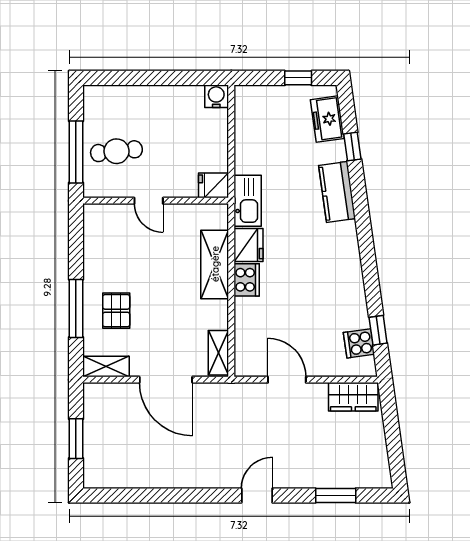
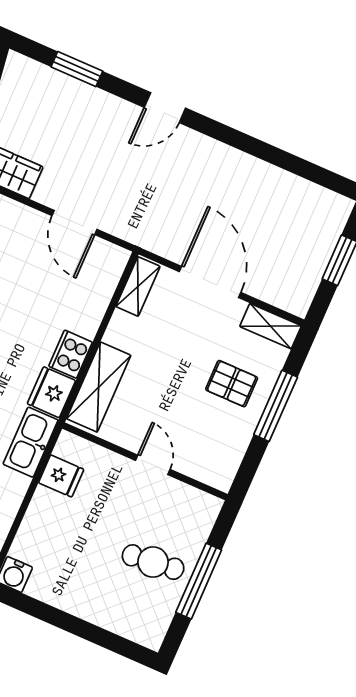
door: (149, 201) -> (153, 465), moved
wall: (156, 201) -> (145, 461), moved
pallet: (116, 311) -> (232, 384), turned 90

